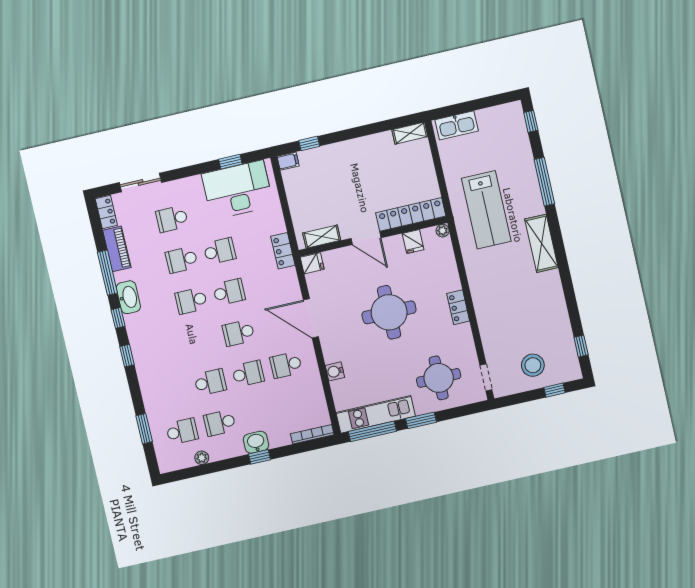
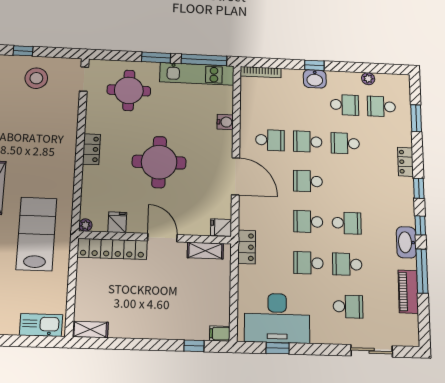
locker: (106, 212) -> (405, 162), moved
school desk: (182, 260) -> (347, 264), turned 180
school desk: (239, 333) -> (308, 181), turned 180

